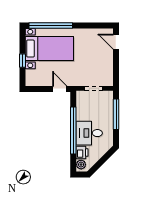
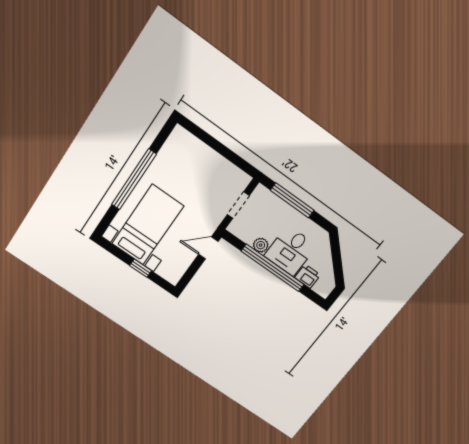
window: (51, 25) -> (134, 179), moved
door: (116, 42) -> (198, 132), removed
plant: (81, 165) -> (261, 245), moved

